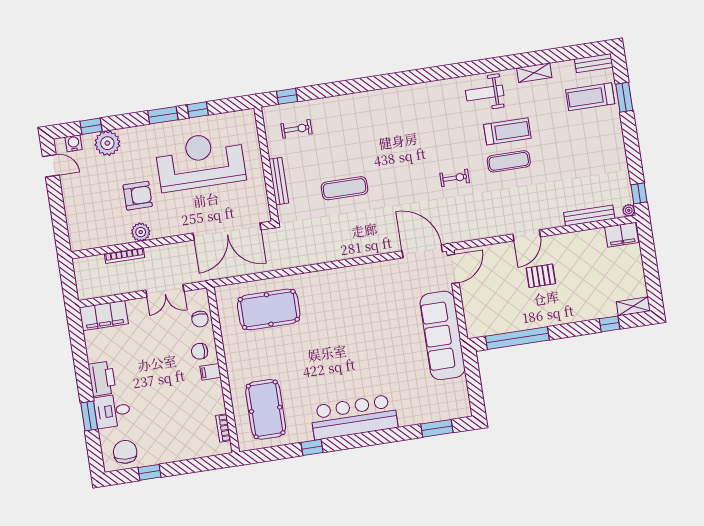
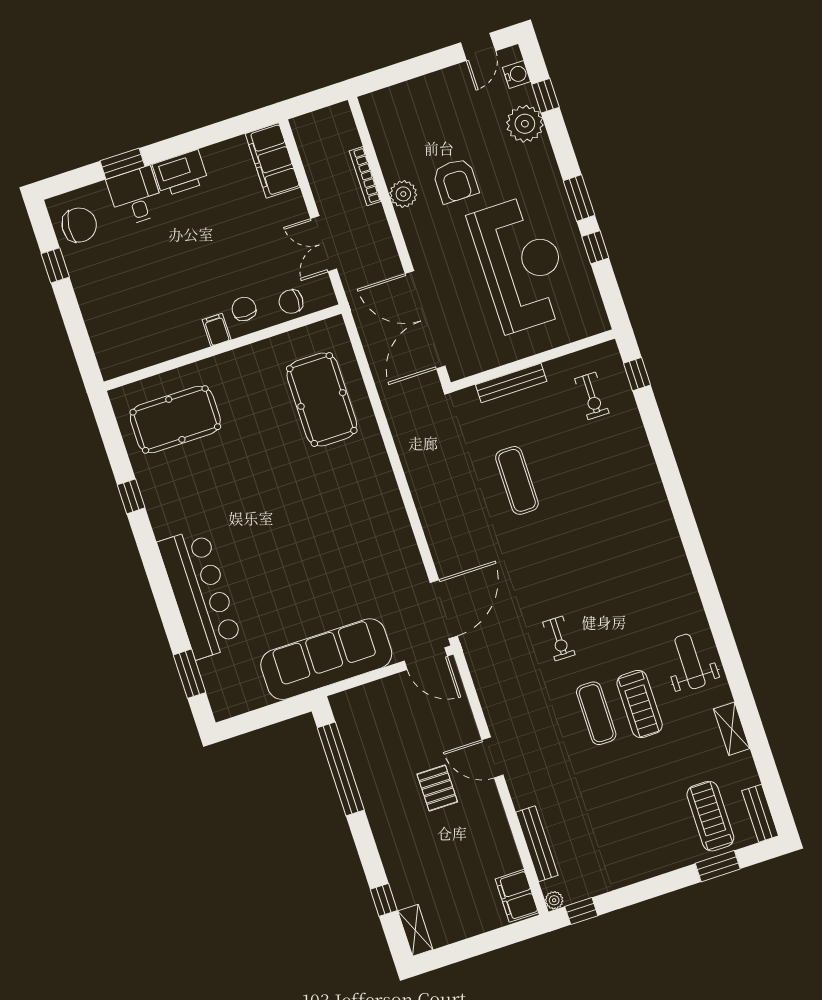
bar counter: (354, 417) -> (200, 593), moved
bookcase: (223, 428) -> (138, 362), removed

